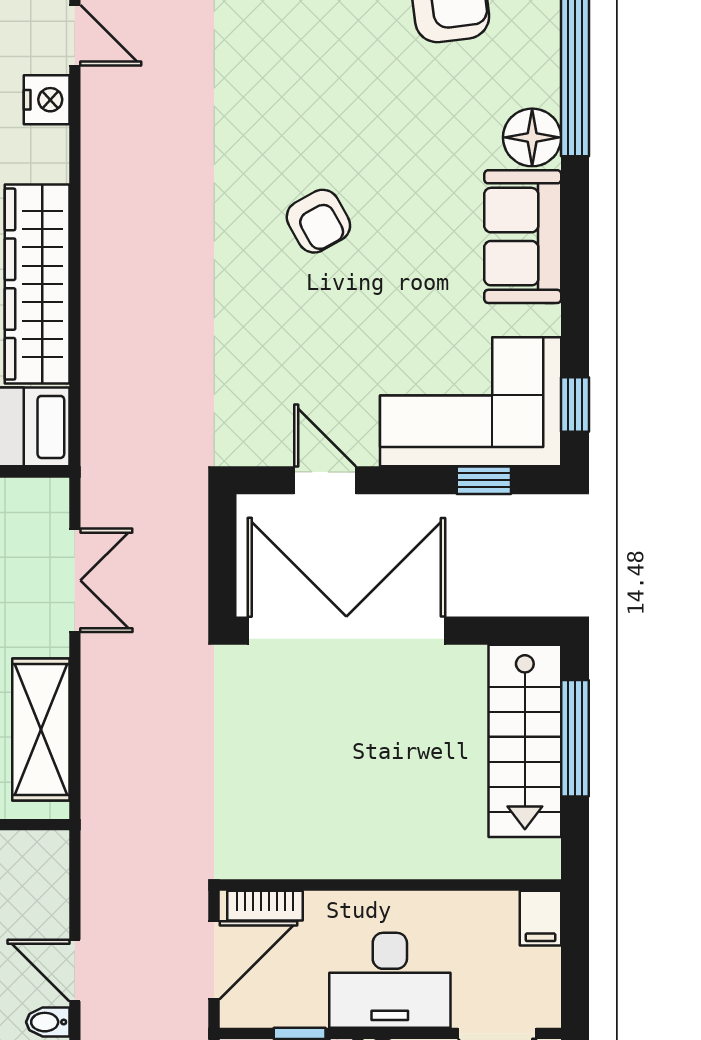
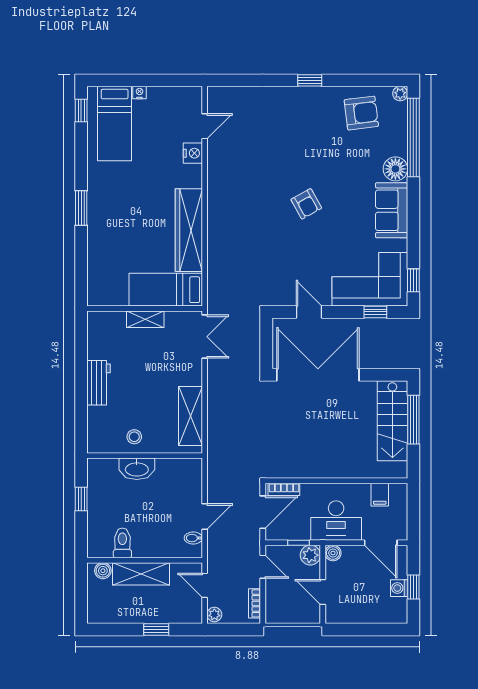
door: (75, 35) -> (205, 126), hinge flipped
double door: (75, 580) -> (205, 337), moved
filing cabinet: (541, 918) -> (380, 495), moved
door: (75, 971) -> (205, 517), swing flipped

